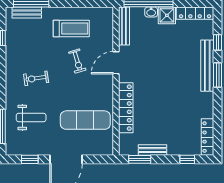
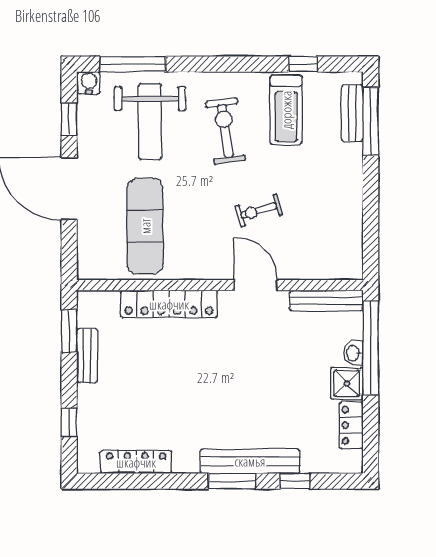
locker: (195, 13) -> (351, 425), width x0.66
treadmill: (71, 28) -> (286, 110), moved
exercise bike: (36, 78) -> (225, 131), width x1.38, depth x1.39
weight bench: (31, 117) -> (150, 122), width x1.36, depth x1.33
locker: (208, 137) -> (136, 462), moved
water cooler: (11, 149) -> (89, 83), added

